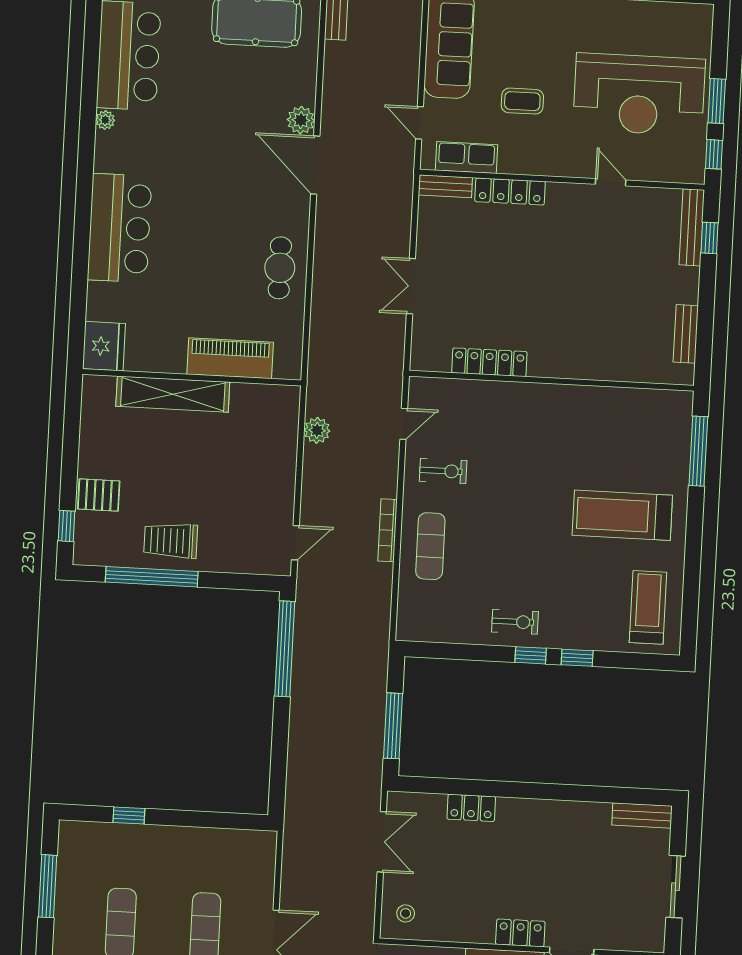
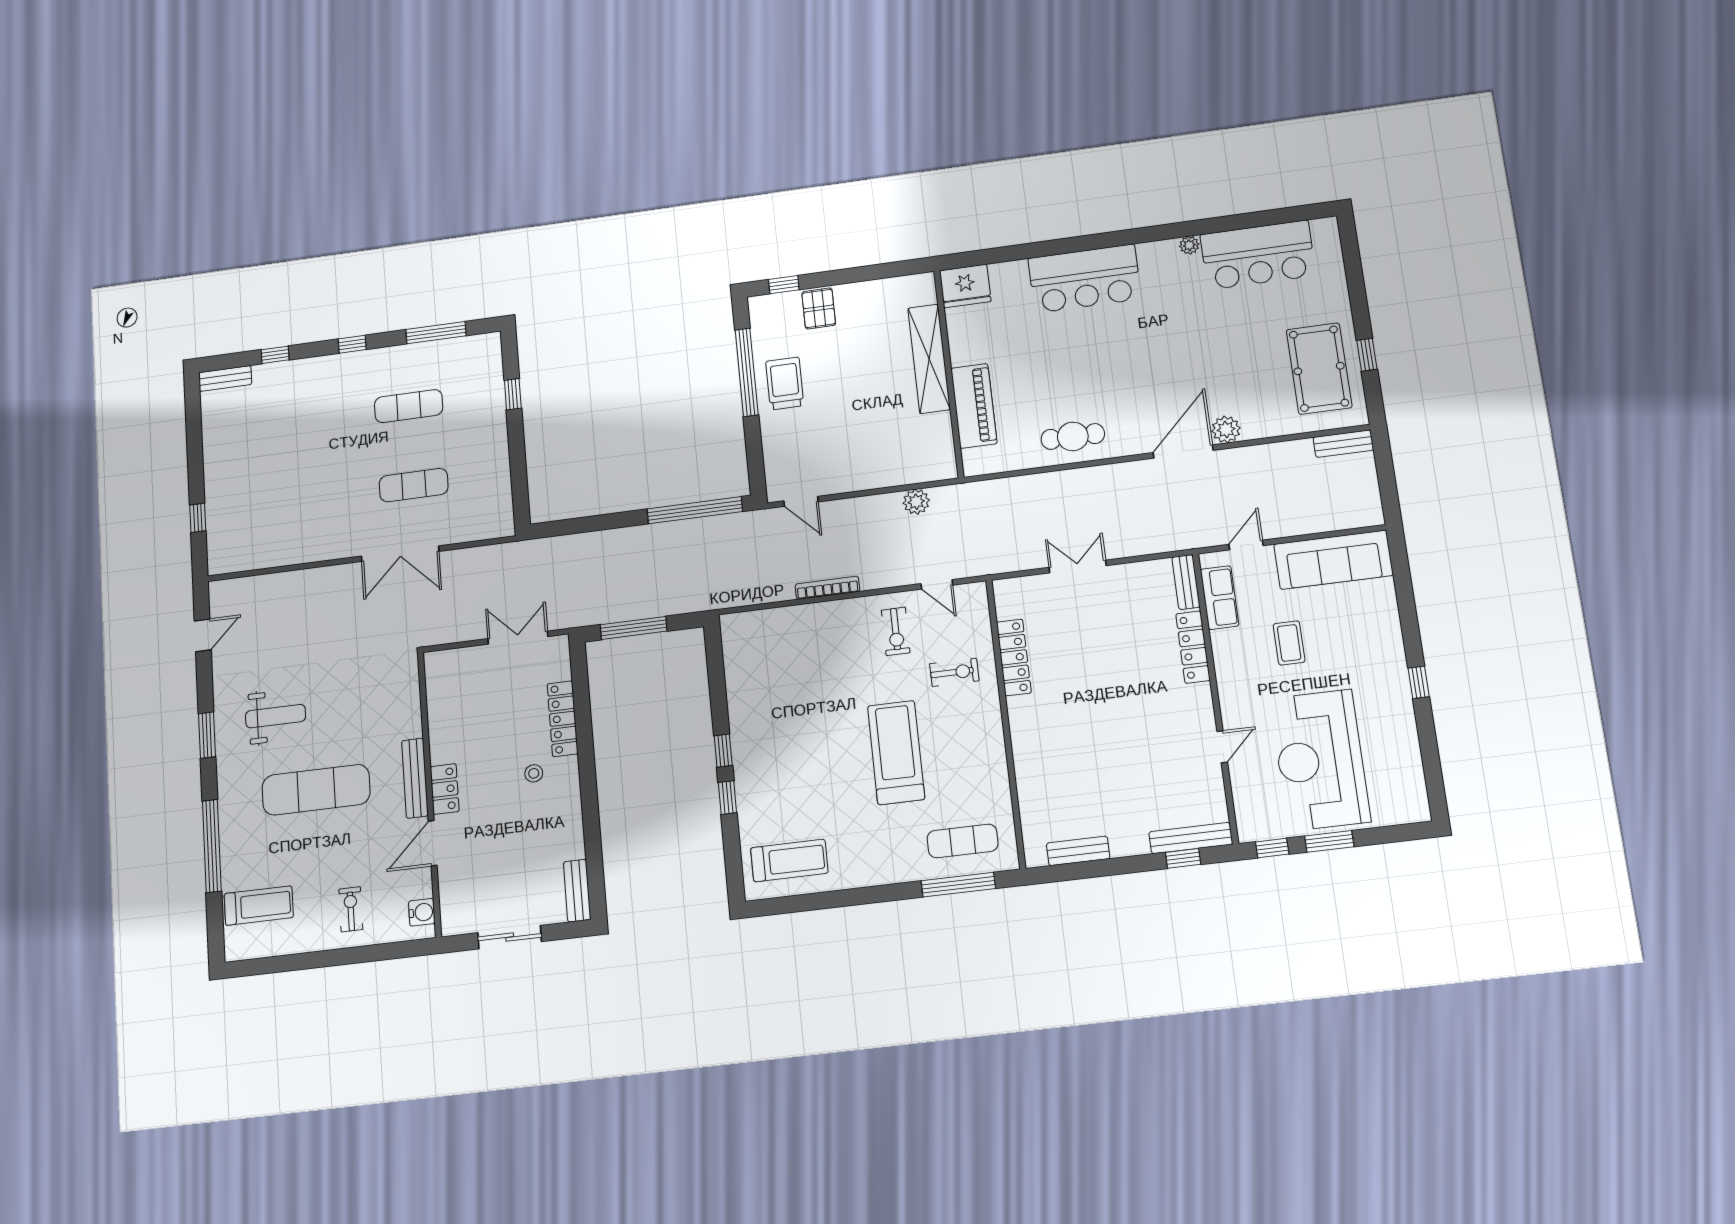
treadmill: (622, 515) -> (896, 753), moved
exercise mat: (430, 546) -> (963, 841), moved
exercise bike: (515, 622) -> (954, 672), moved, turned -90
locker: (471, 808) -> (563, 719), width x1.53
double door: (382, 842) -> (518, 638), swing flipped
stool: (406, 913) -> (534, 773), moved

